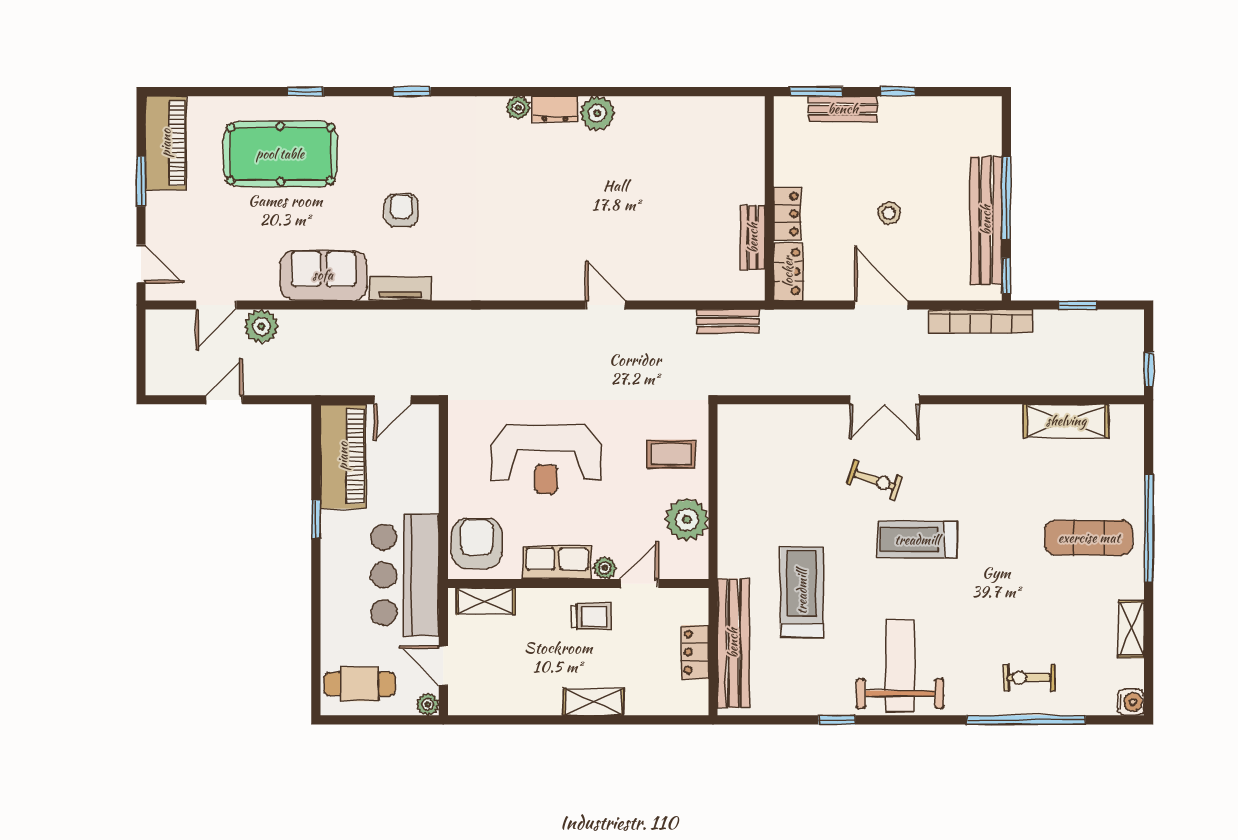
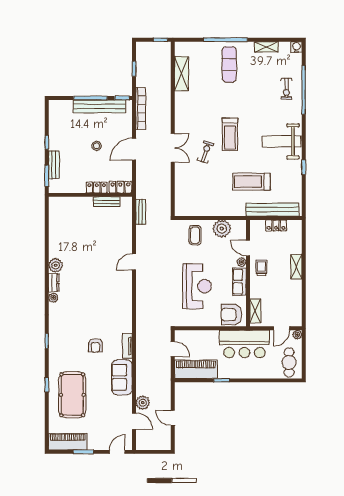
armchair: (401, 211) -> (95, 345), turned -90

